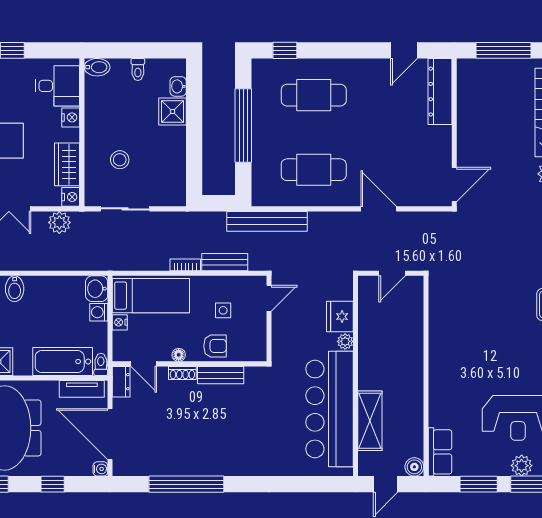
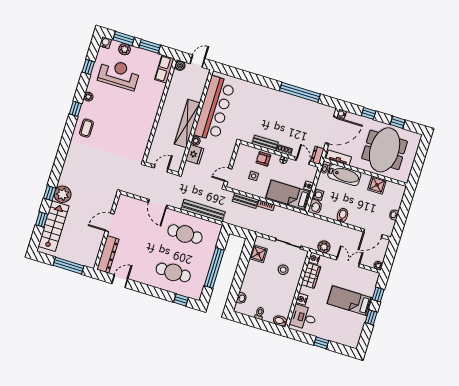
shower: (173, 111) -> (258, 254), moved
door: (454, 184) -> (110, 222), moved
bench: (267, 221) -> (203, 211), moved
bidet: (15, 289) -> (342, 215), moved
shelving: (370, 421) -> (187, 124), moved, width x1.47
door: (110, 434) -> (331, 130), hinge flipped

